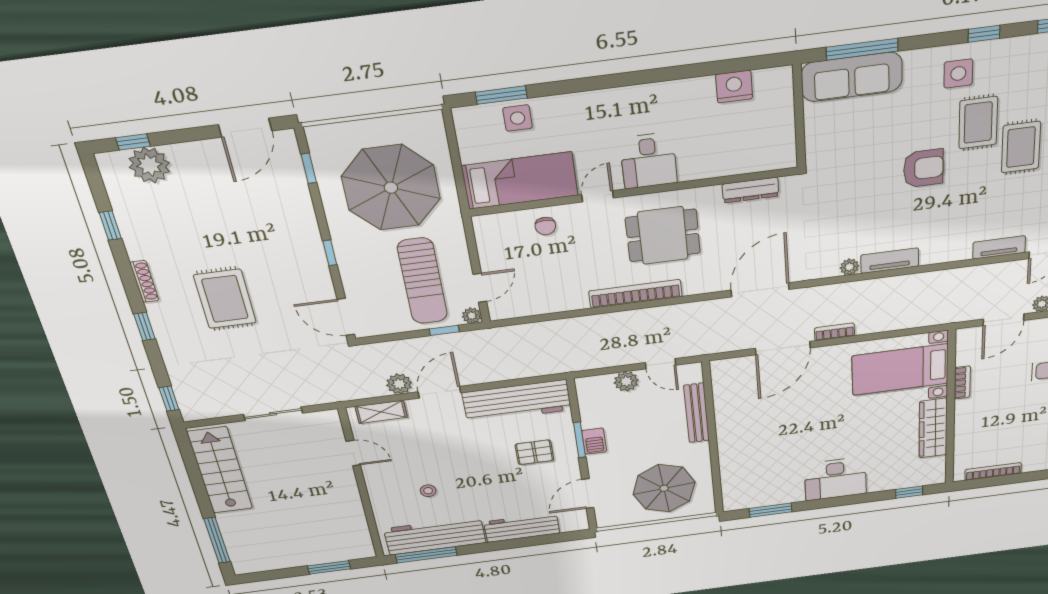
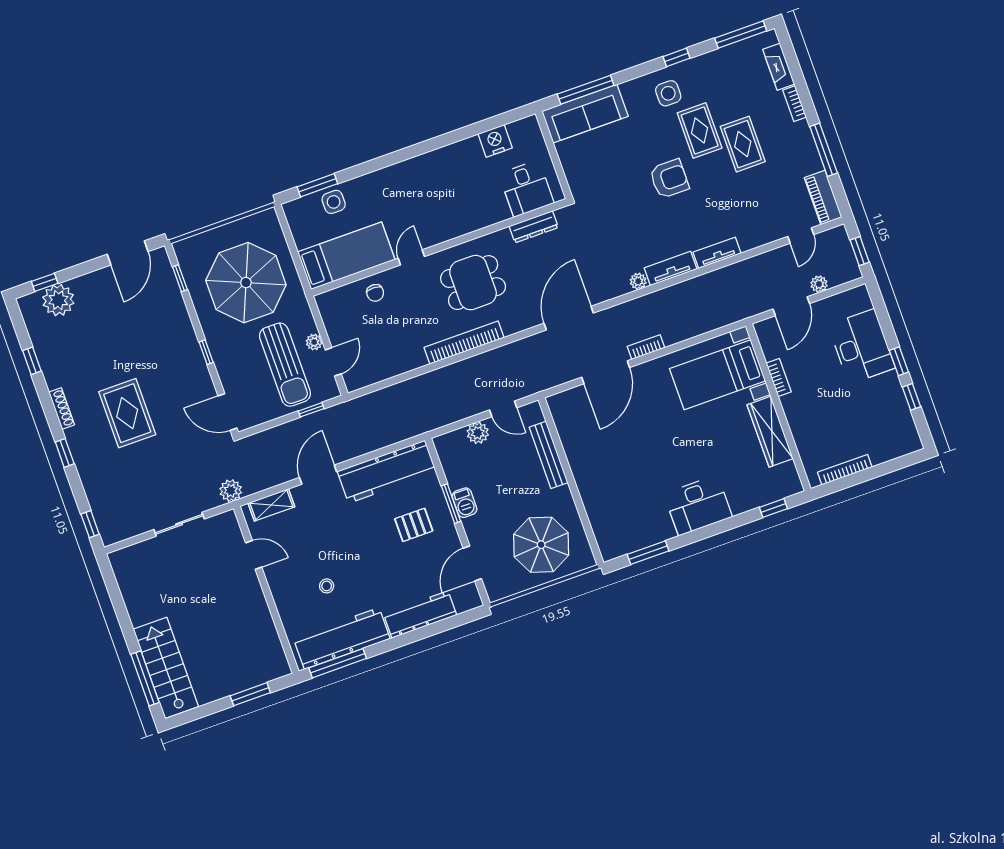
desk: (649, 161) -> (526, 188), moved
tv unit: (999, 247) -> (717, 253), moved
plant: (472, 316) -> (314, 342), moved
plant: (399, 384) -> (231, 491), moved
stairs: (220, 470) -> (166, 668), moved

